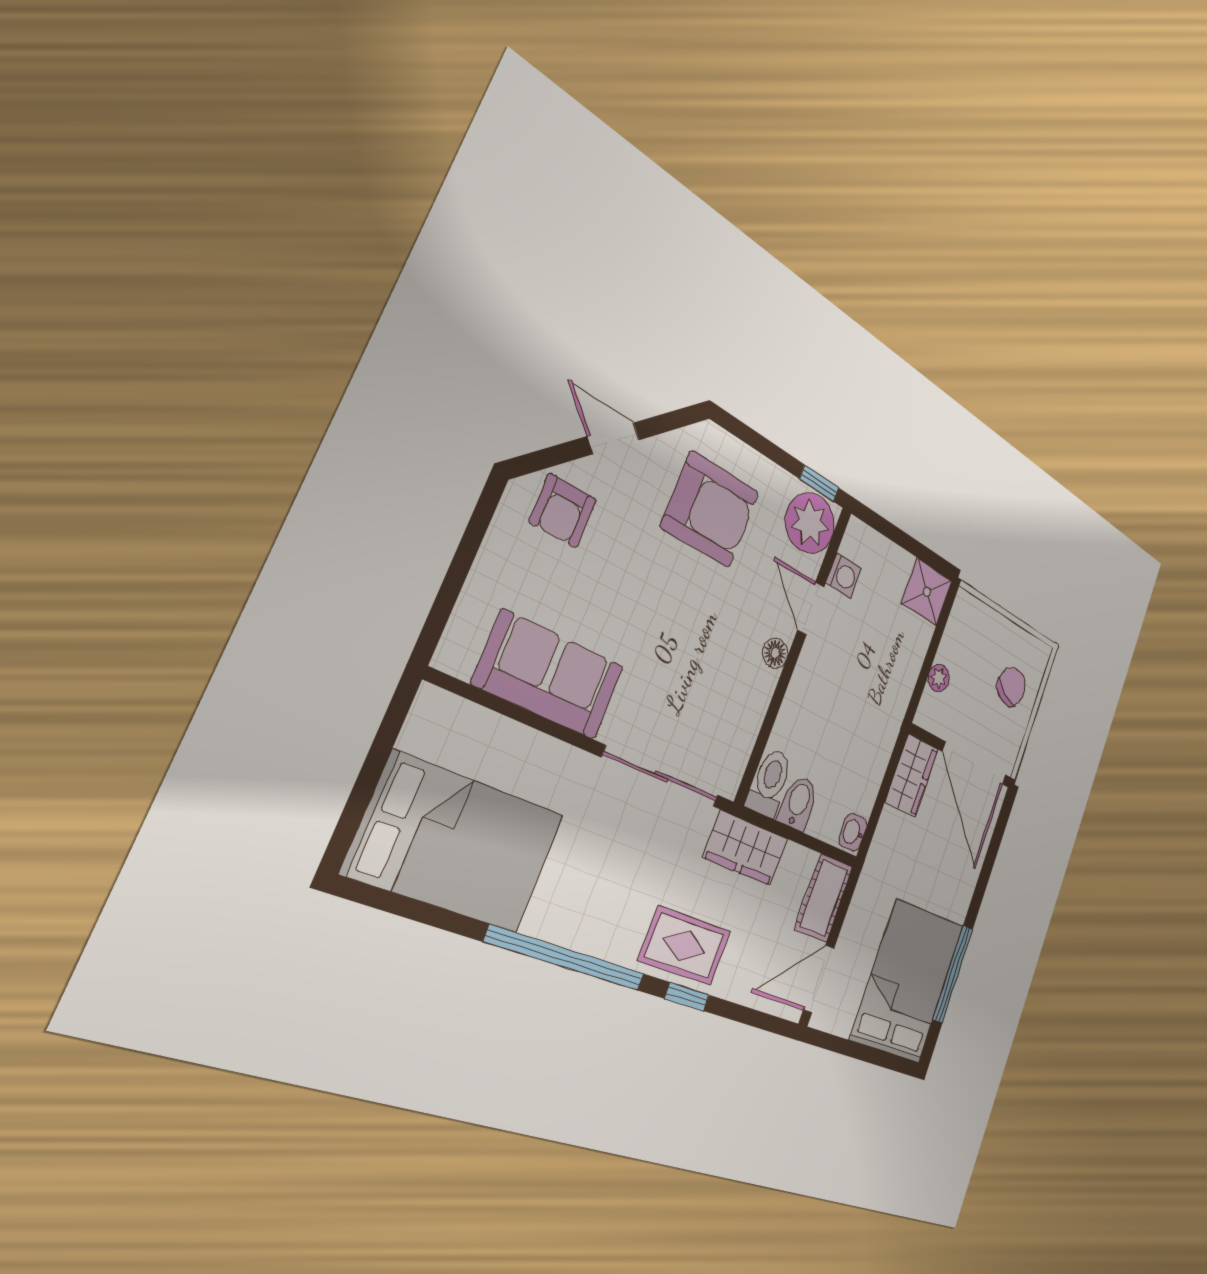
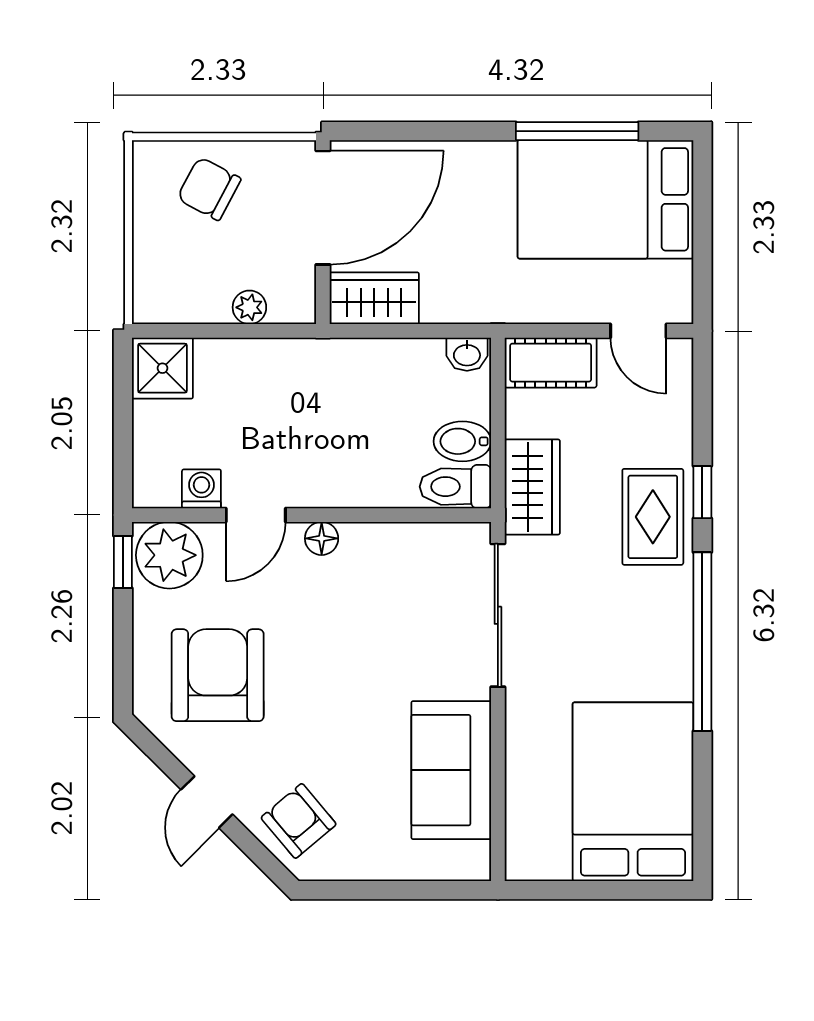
armchair: (563, 511) -> (299, 821), turned -130
door: (819, 979) -> (638, 331), width x0.73

